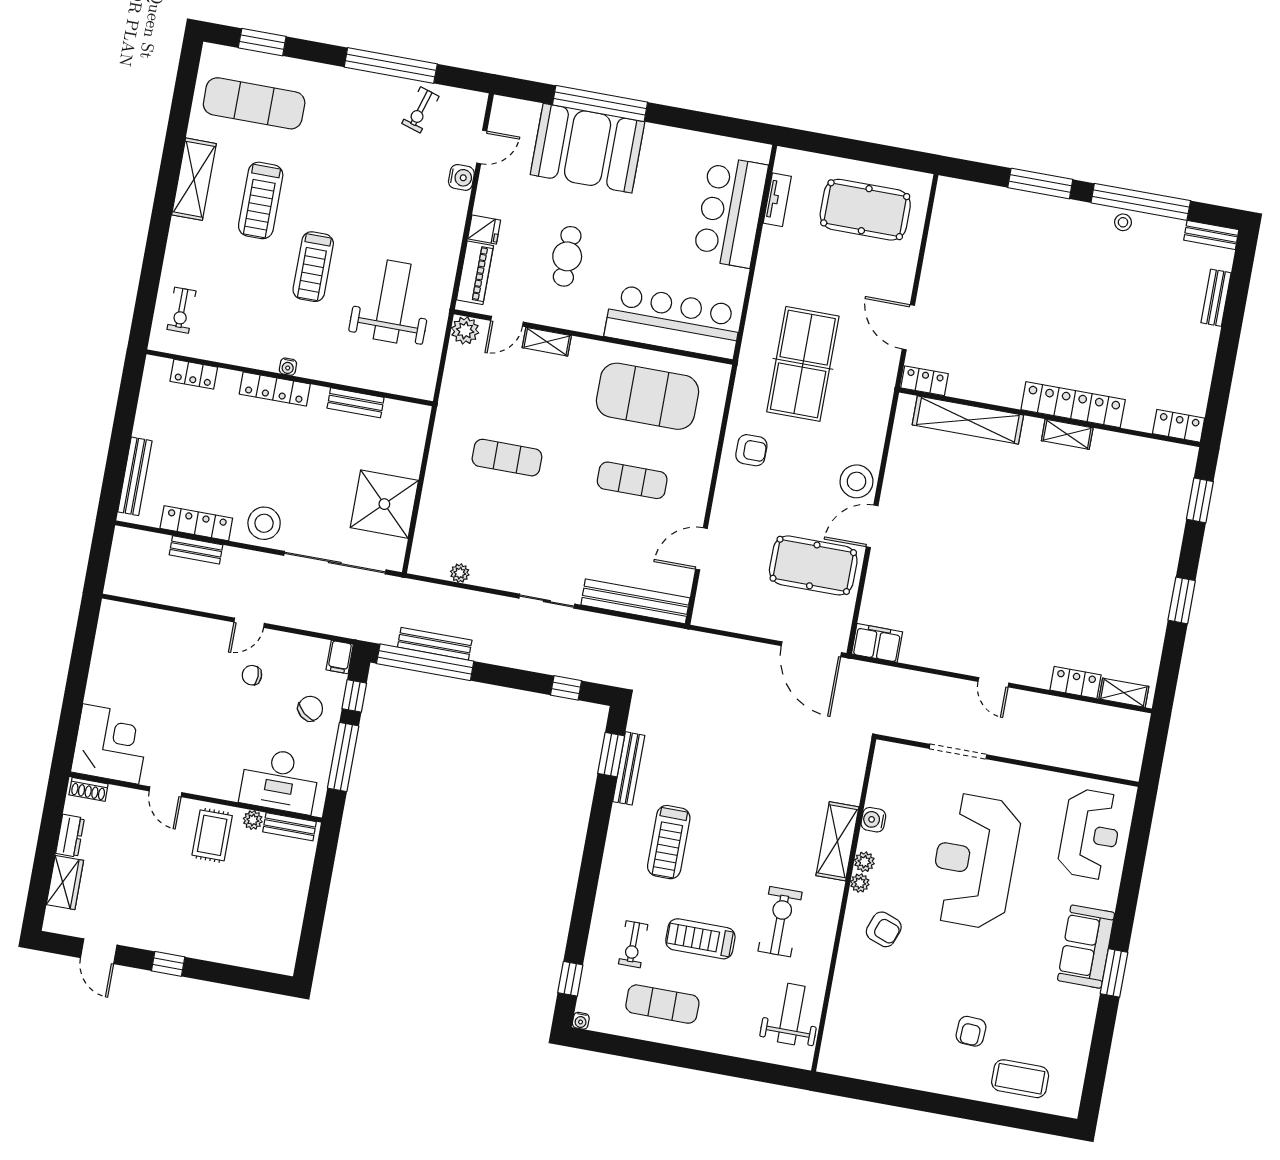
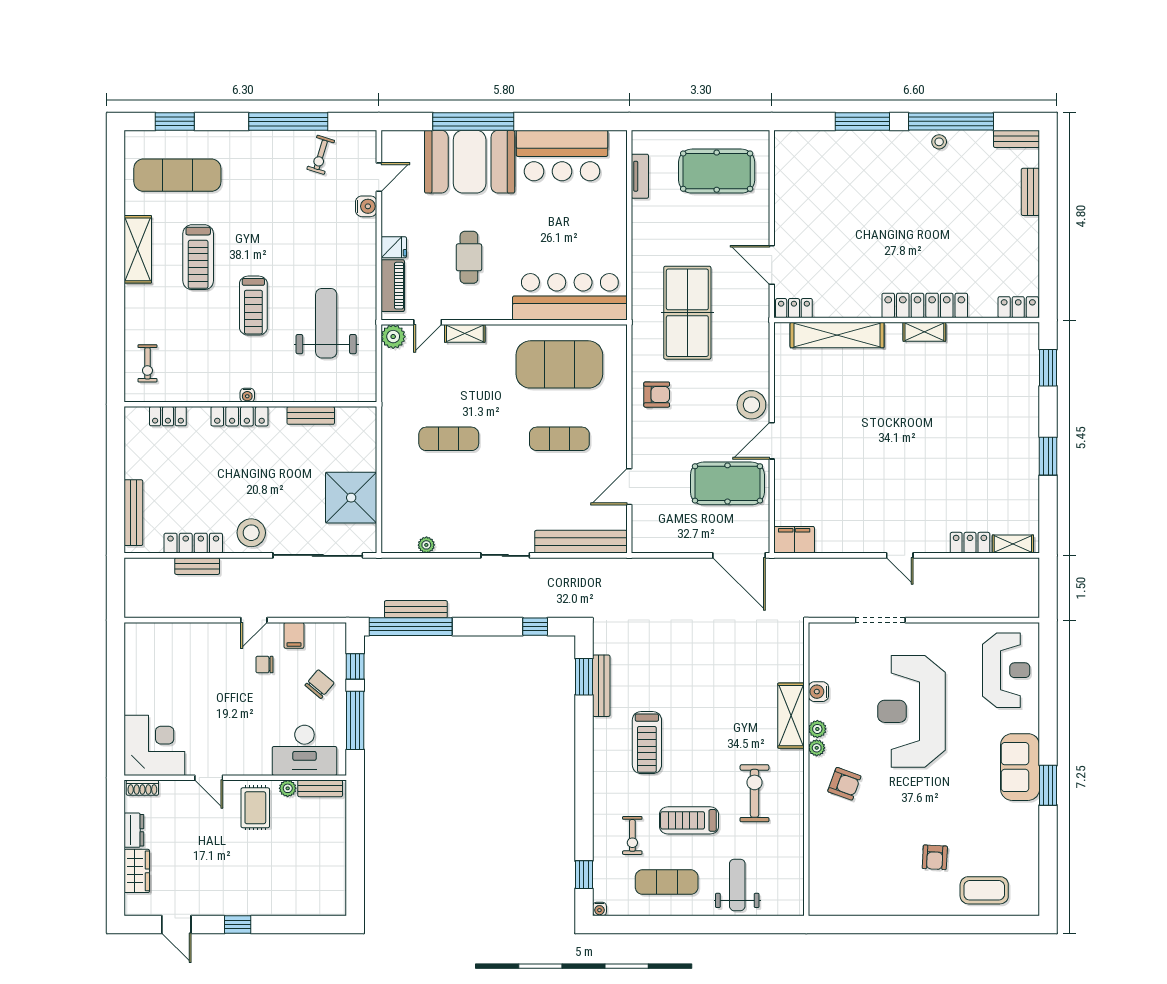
bar counter: (730, 212) -> (562, 156), moved, turned -90
filing cabinet: (340, 657) -> (294, 635), moved
weight bench: (791, 1014) -> (737, 885), moved

